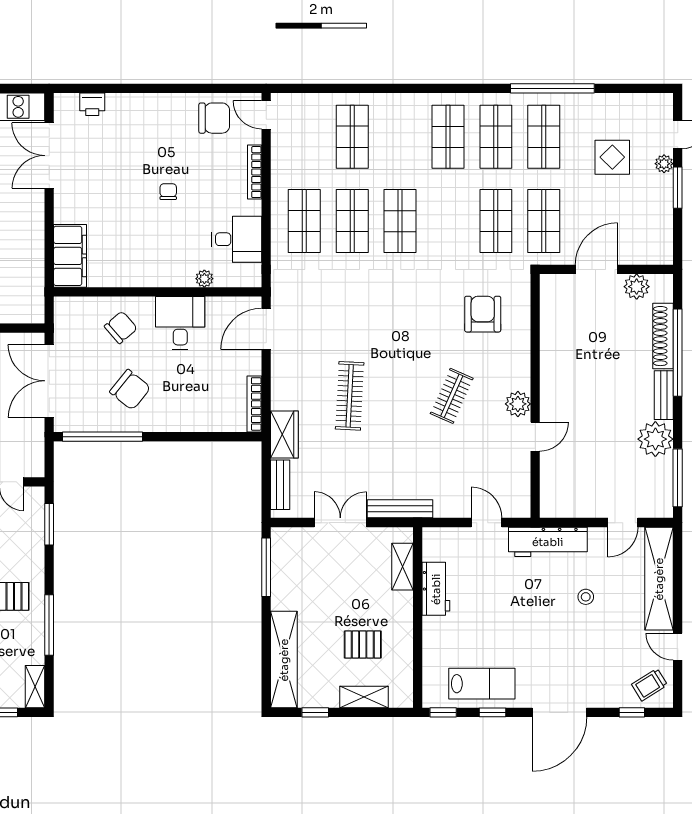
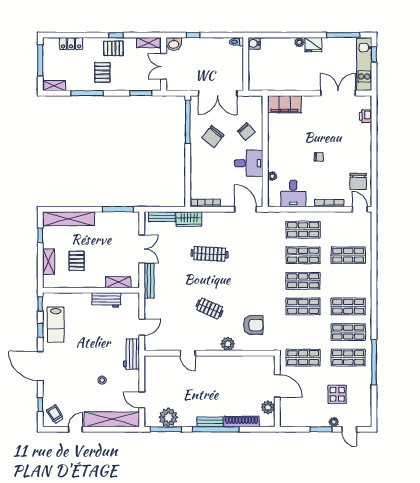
door: (266, 115) -> (360, 209), hinge flipped
shop shelf: (496, 221) -> (303, 306), moved
window: (678, 353) -> (216, 429), moved
double door: (49, 381) -> (218, 93), swing flipped
plant: (518, 404) -> (228, 344), moved
plant: (655, 439) -> (168, 417), moved
workbench: (548, 542) -> (131, 354), width x0.73

